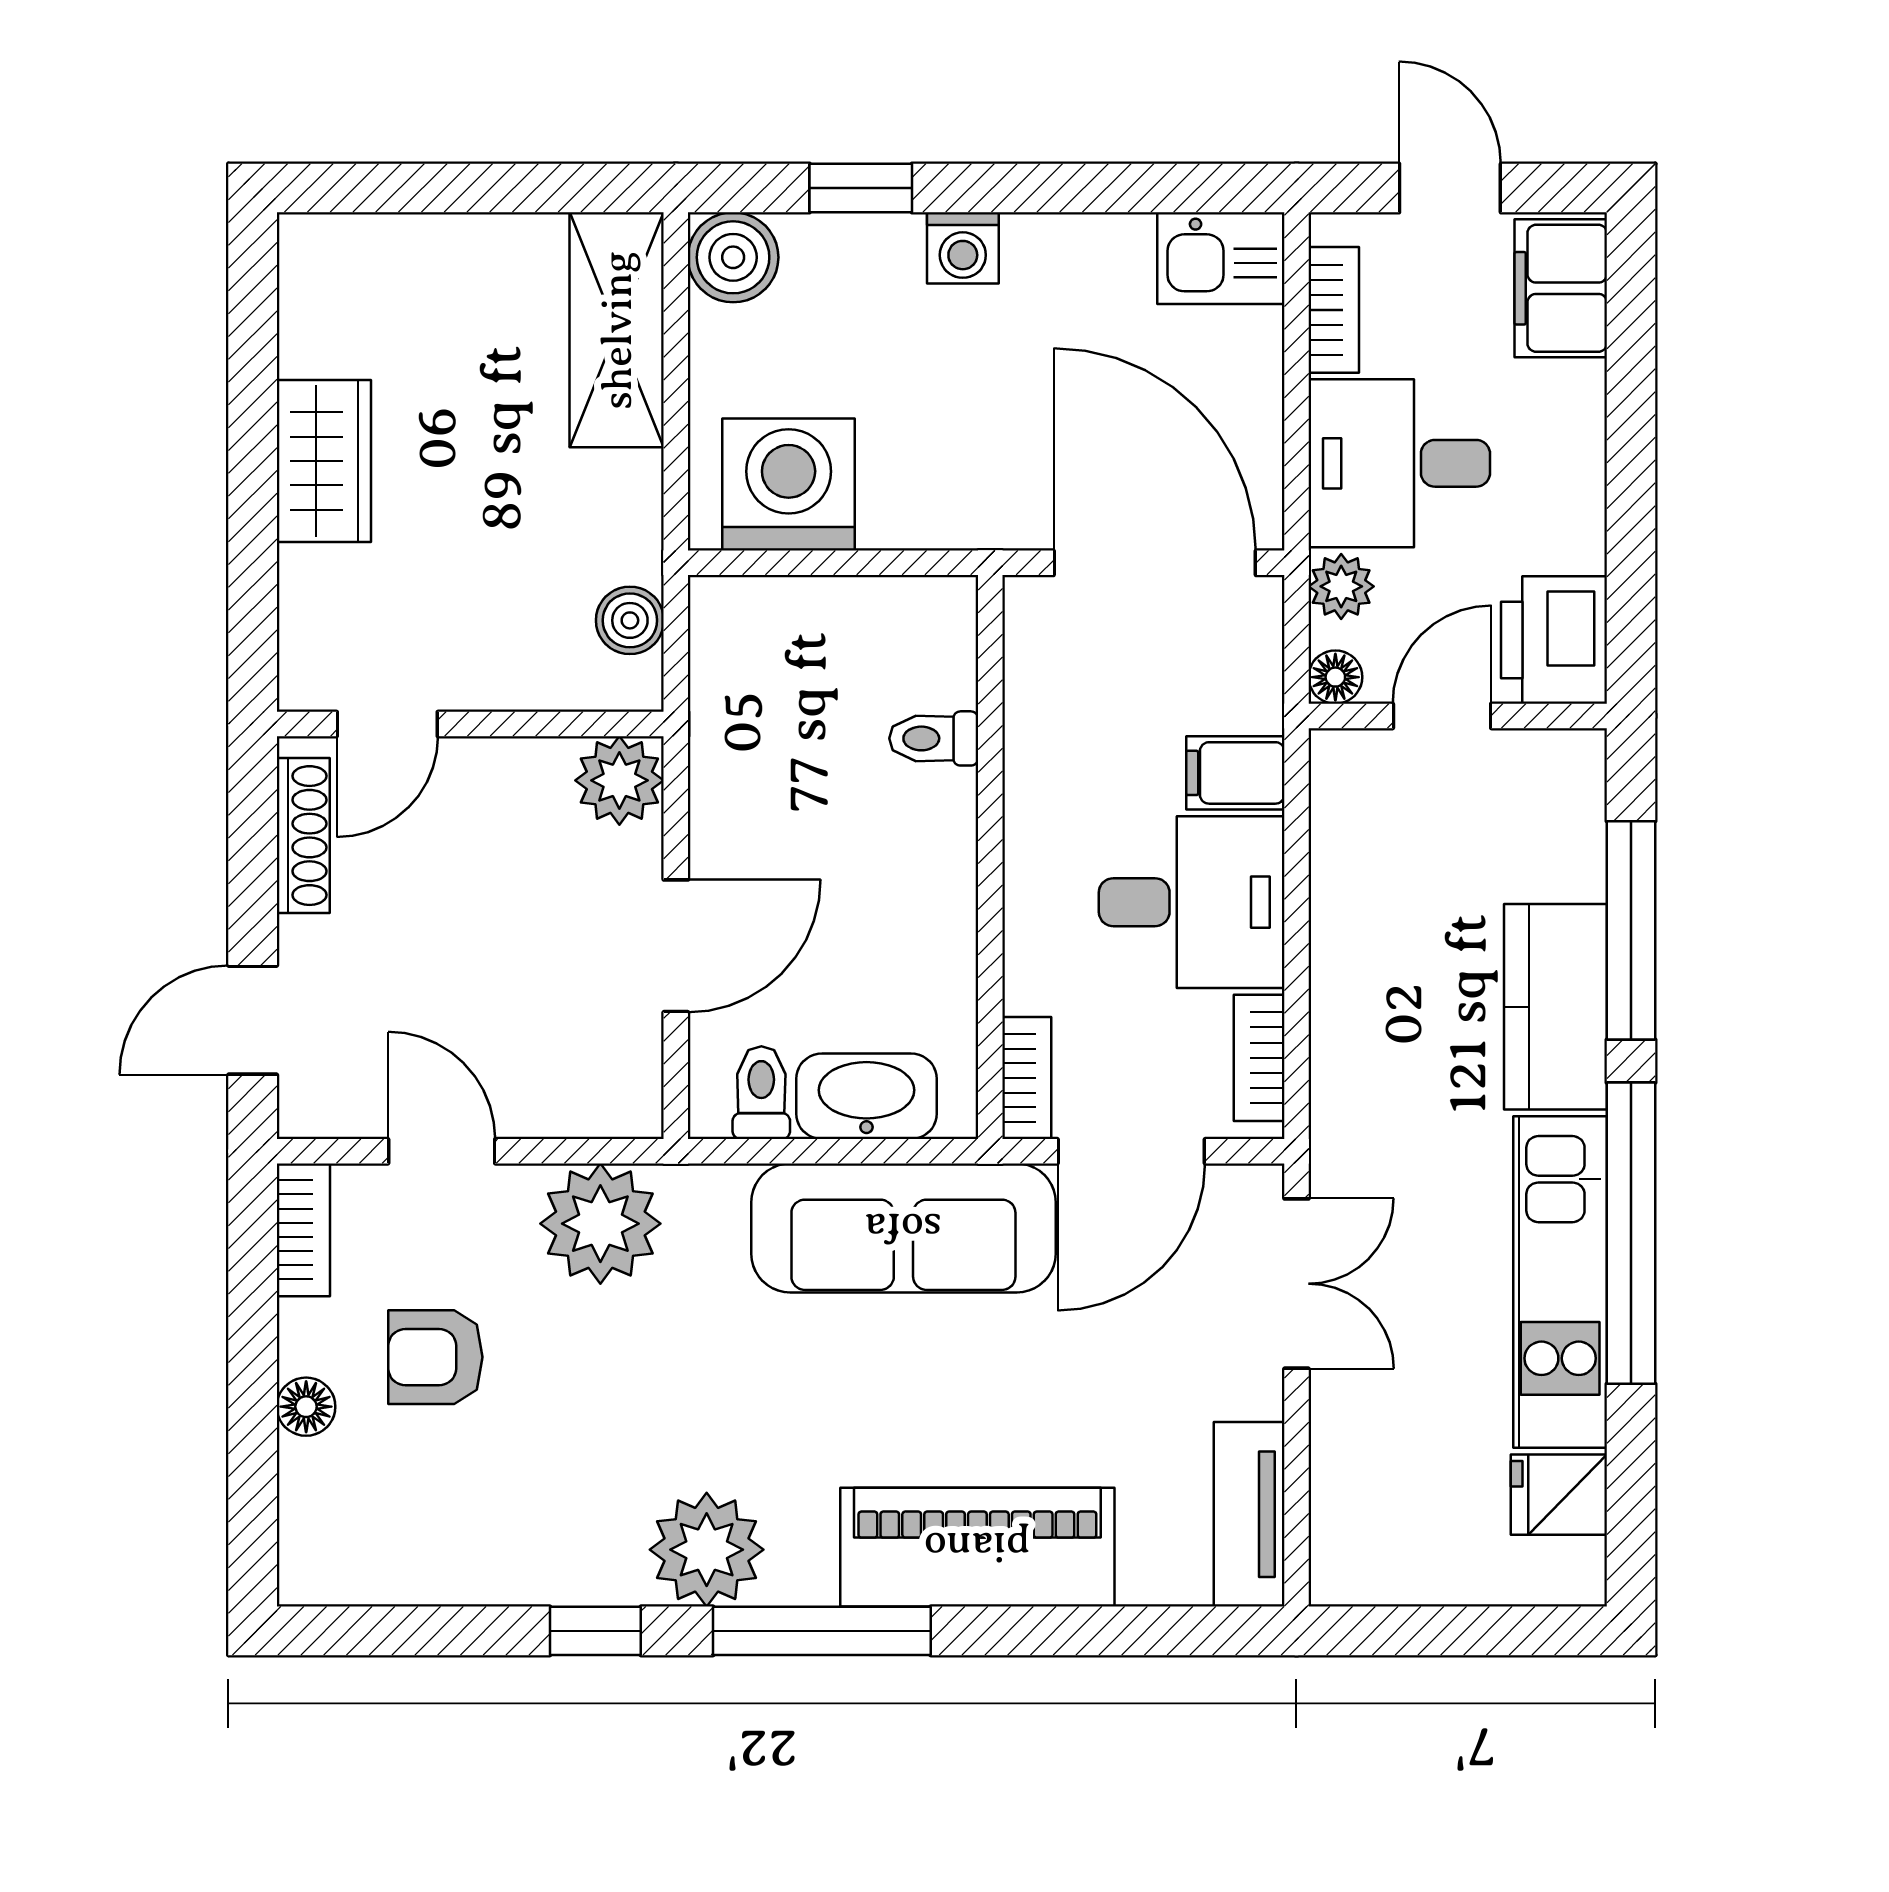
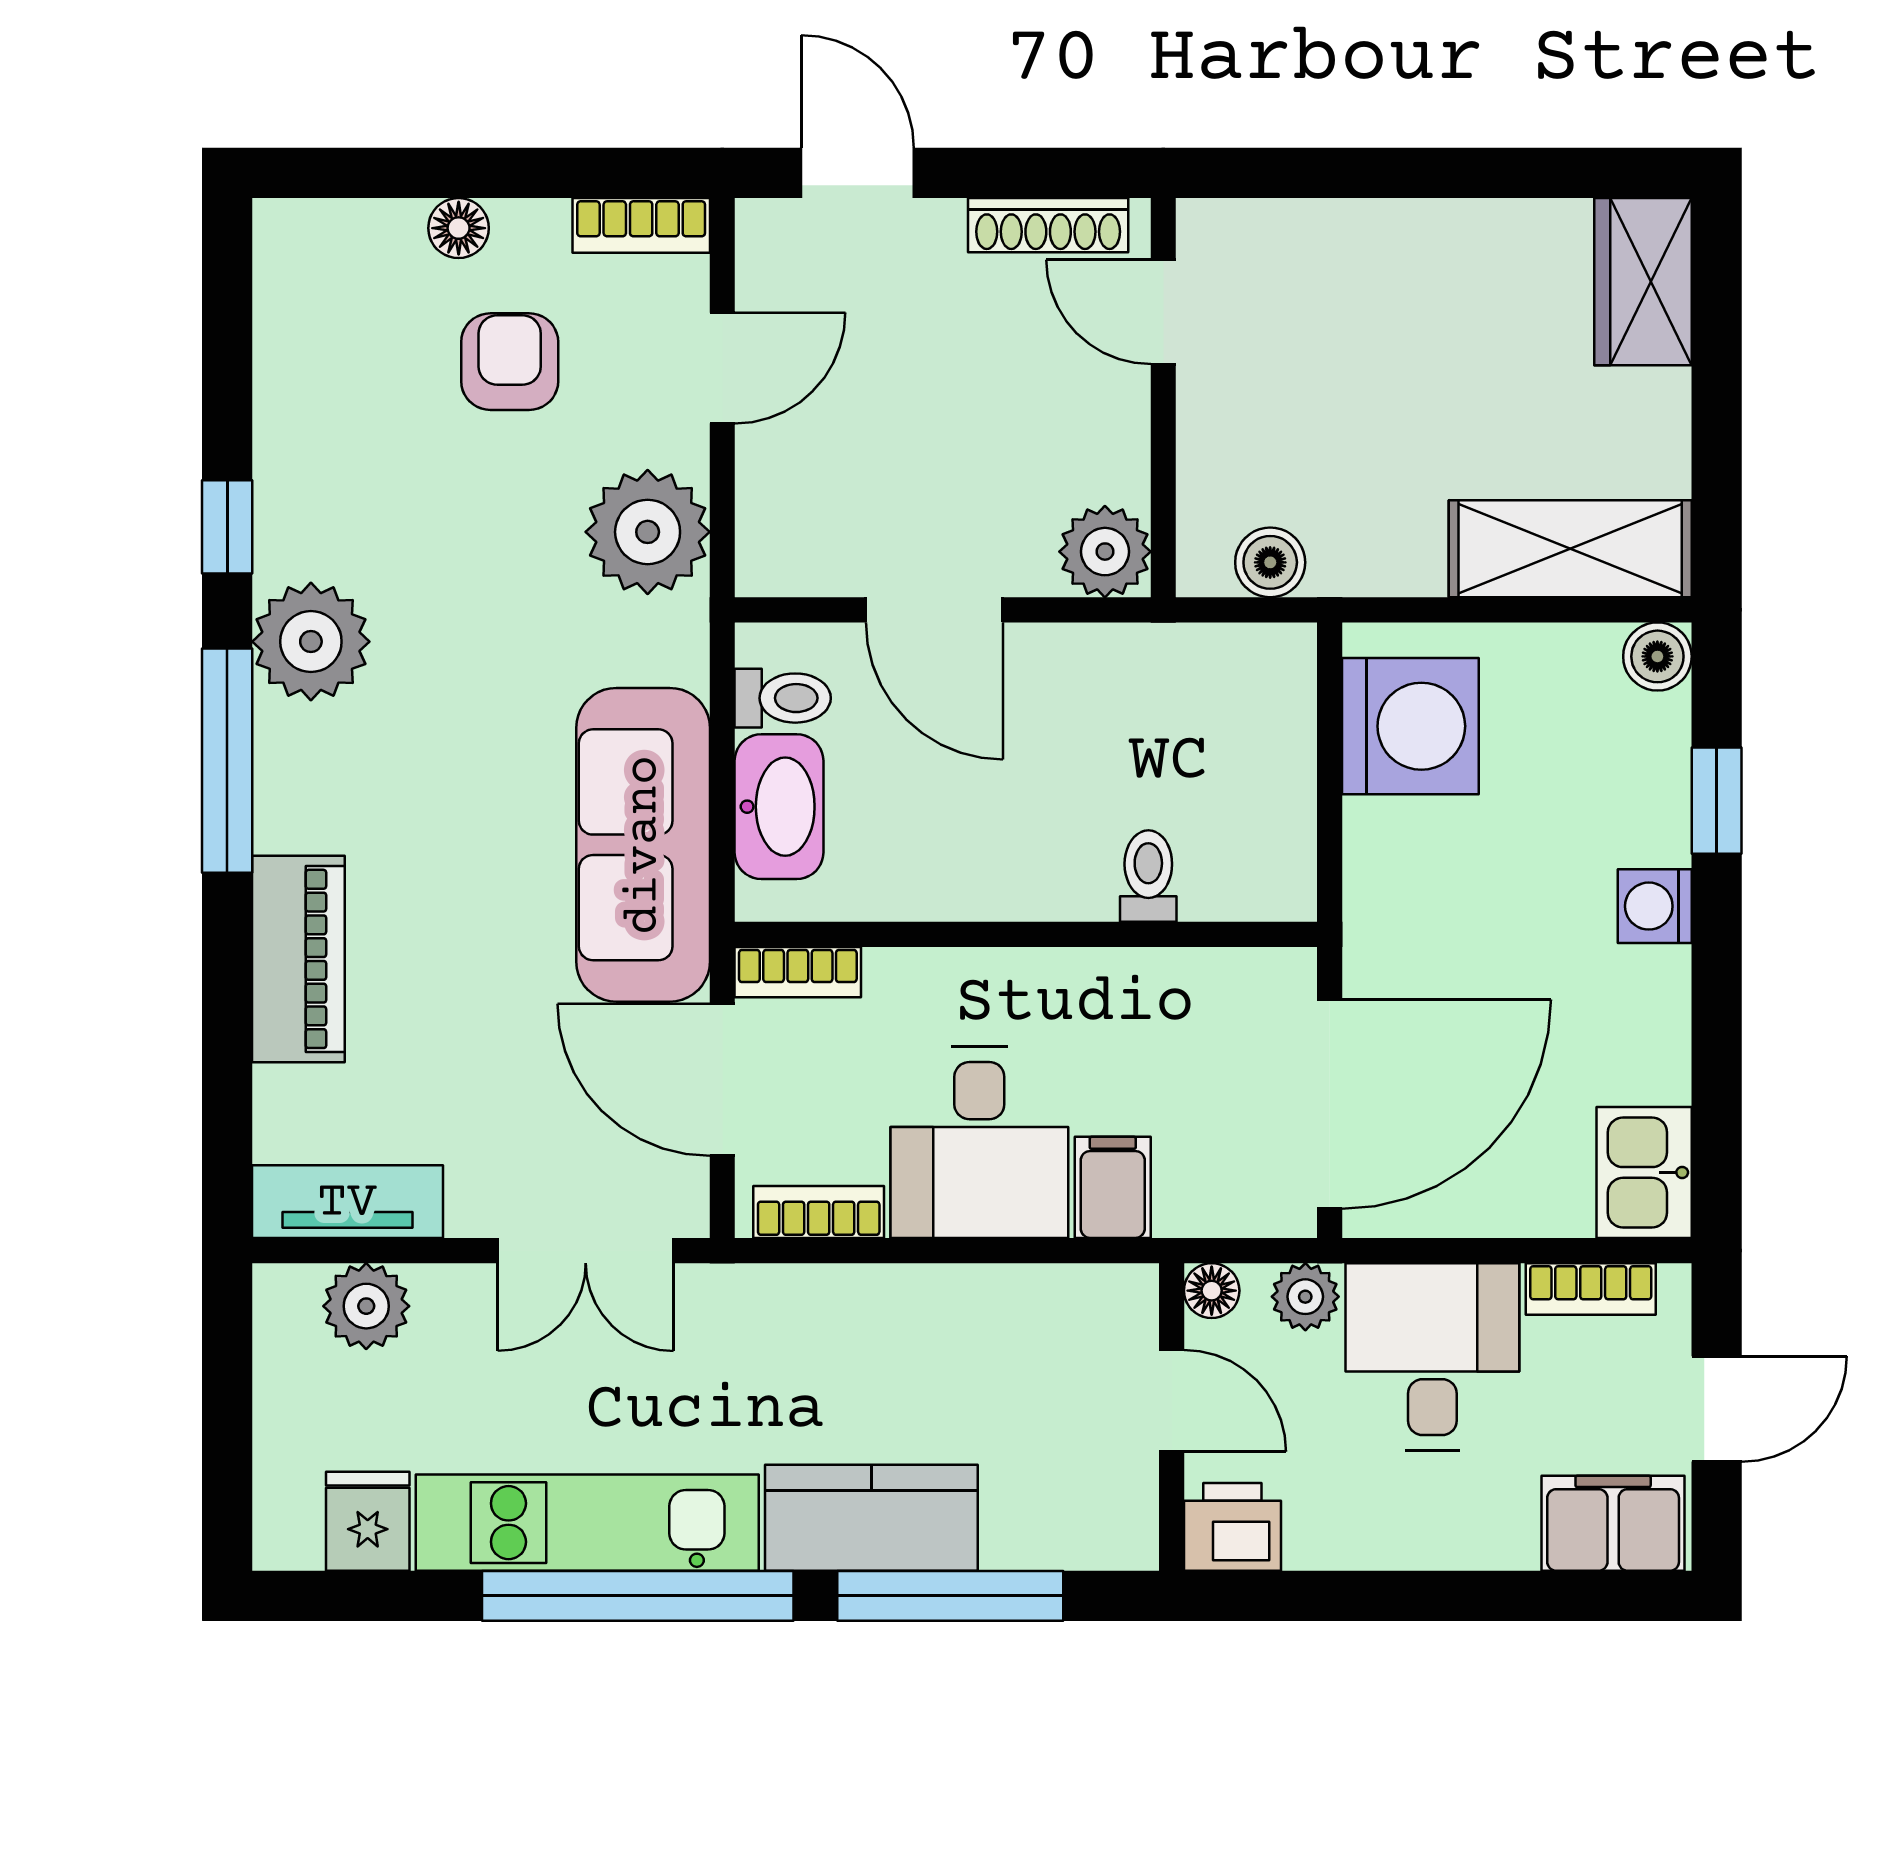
boiler: (733, 257) -> (1657, 656), width x0.73, depth x0.73
wardrobe: (324, 461) -> (1643, 282), moved, turned 90
printer: (1554, 640) -> (1232, 1527), width x0.73, depth x0.81
plant: (1350, 1496) -> (366, 1306), added
piano: (977, 1547) -> (298, 959), width x0.73, depth x0.75

